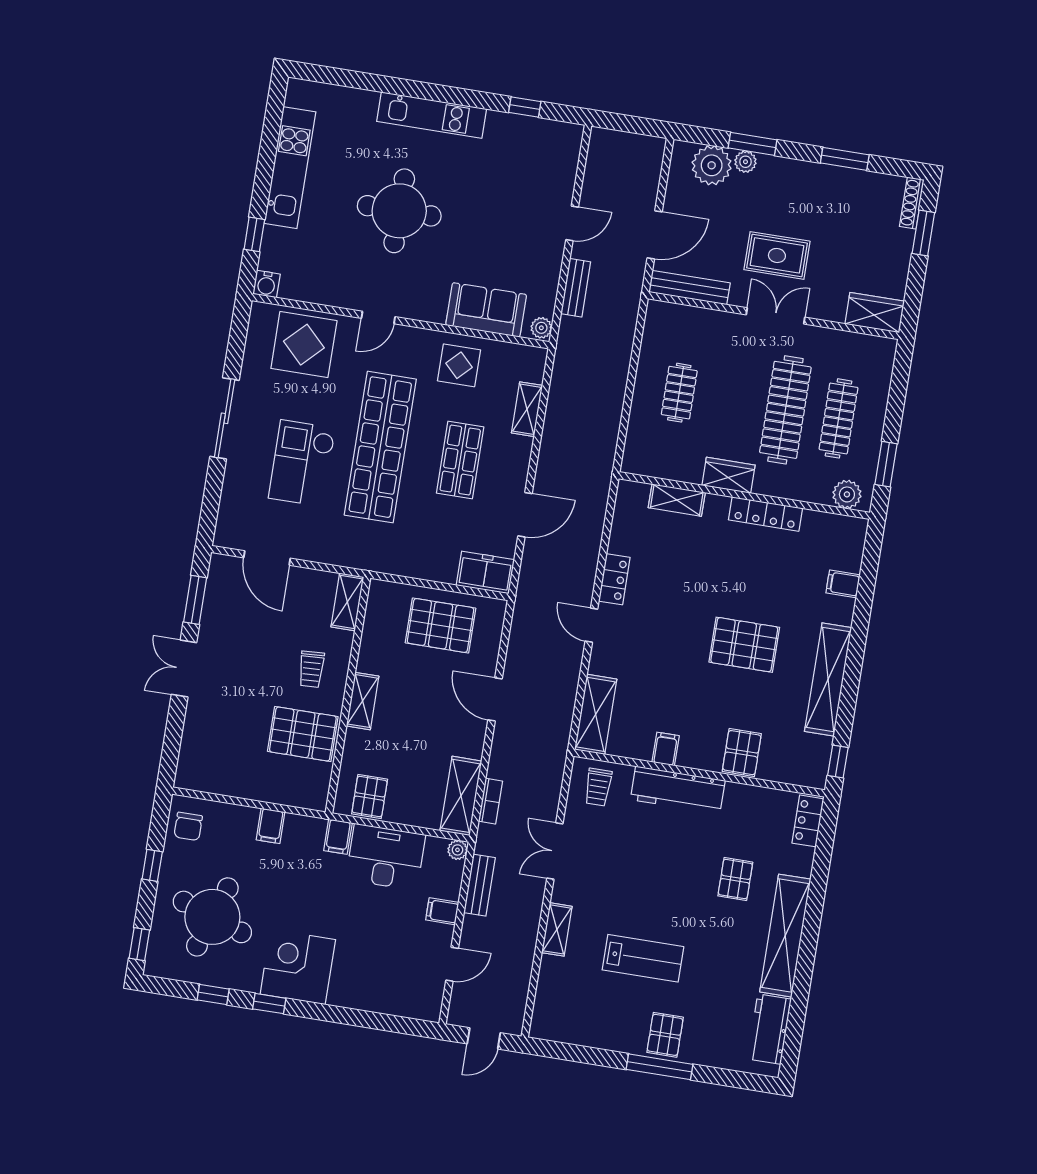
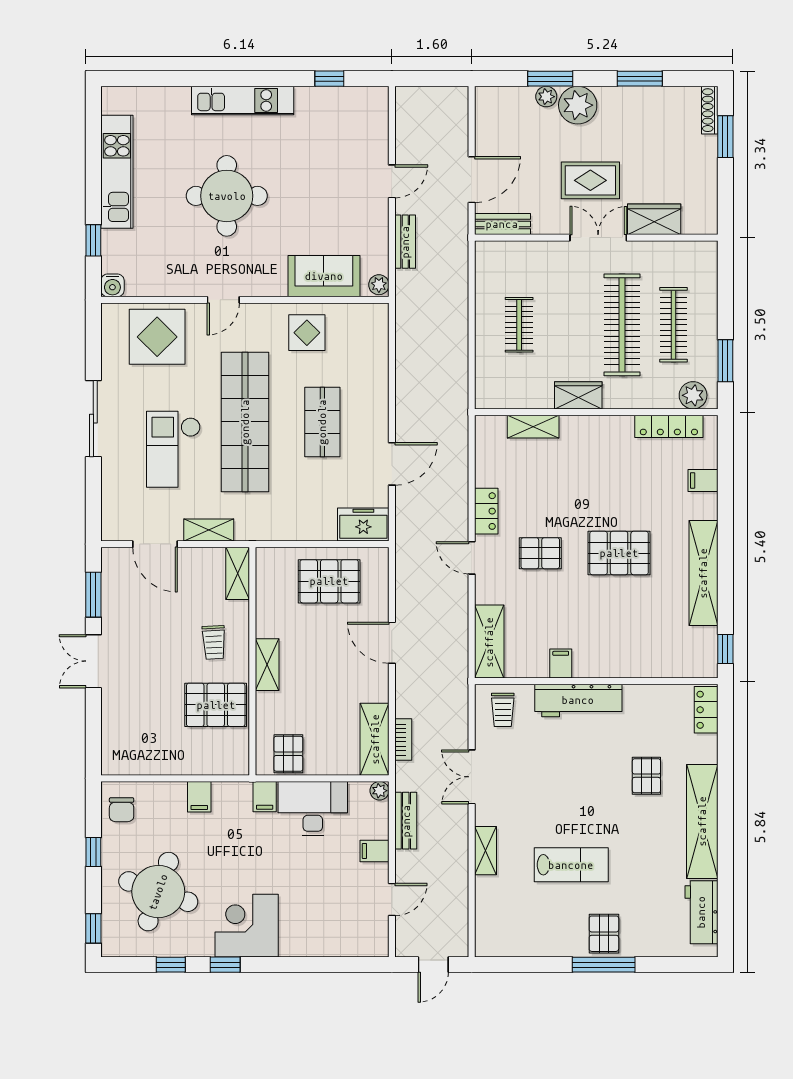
plant: (712, 165) -> (578, 105), moved
bench: (689, 288) -> (502, 224), width x0.73
wardrobe: (875, 313) -> (654, 219), moved
shelving: (527, 409) -> (209, 530), moved, turned 90
locker: (765, 514) -> (669, 426), moved
pallet: (742, 753) -> (540, 553), moved, turned 90

